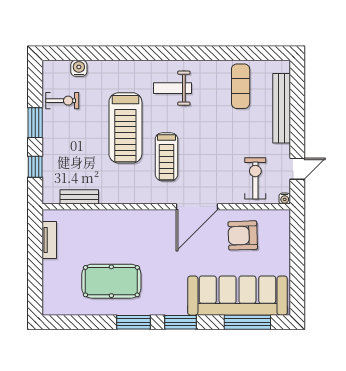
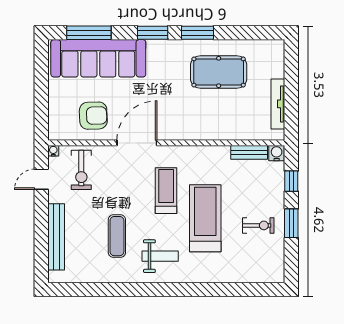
water cooler: (79, 68) -> (277, 153), moved, turned 180
exercise mat: (241, 86) -> (117, 236), moved
exercise bike: (62, 101) -> (258, 225), moved, turned 180
tv unit: (49, 240) -> (278, 104), width x1.41

